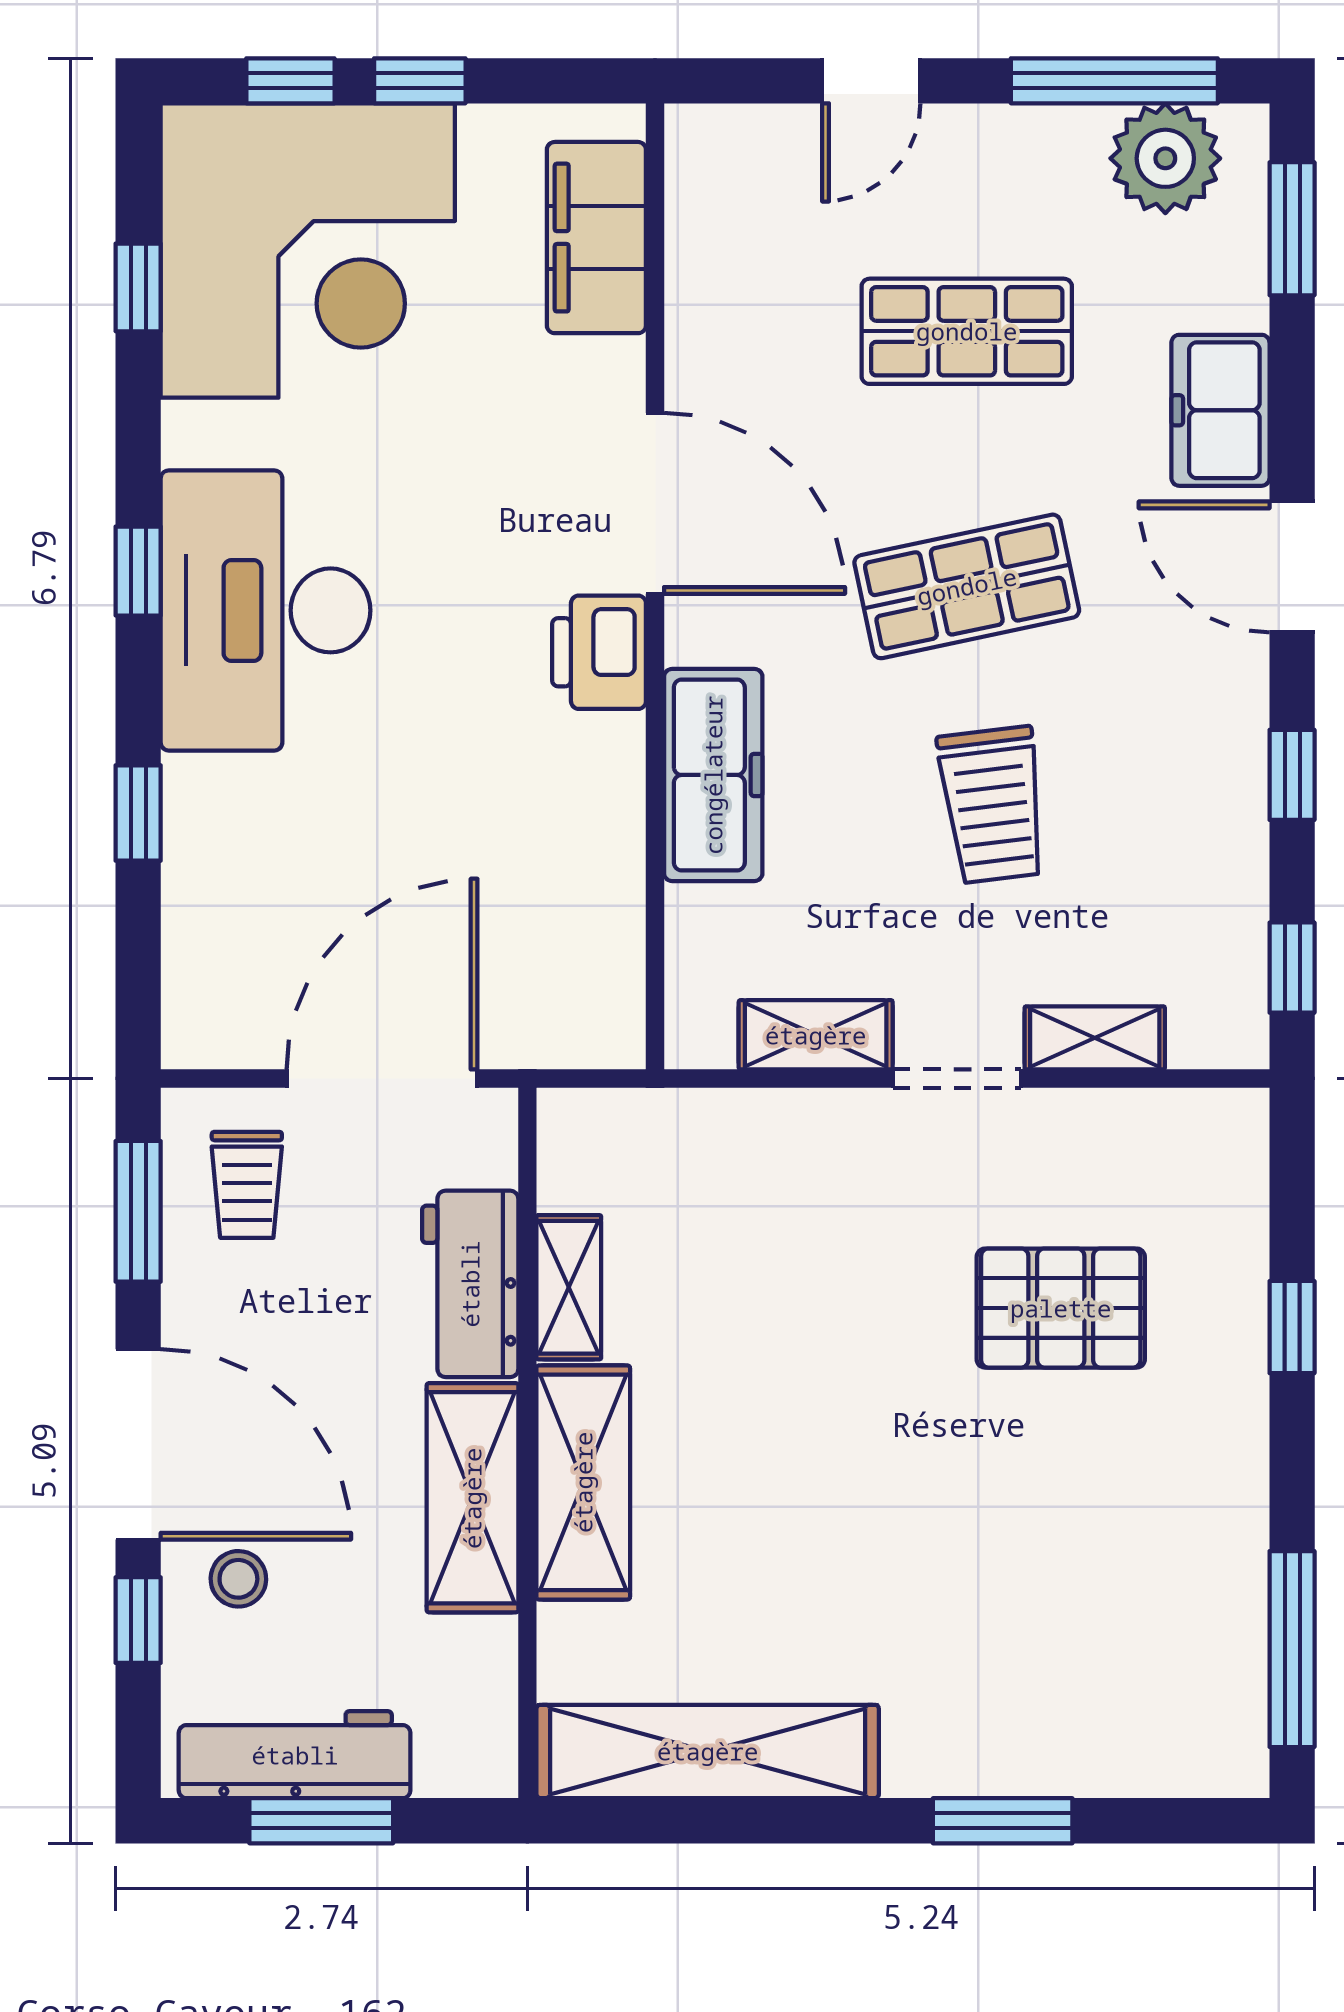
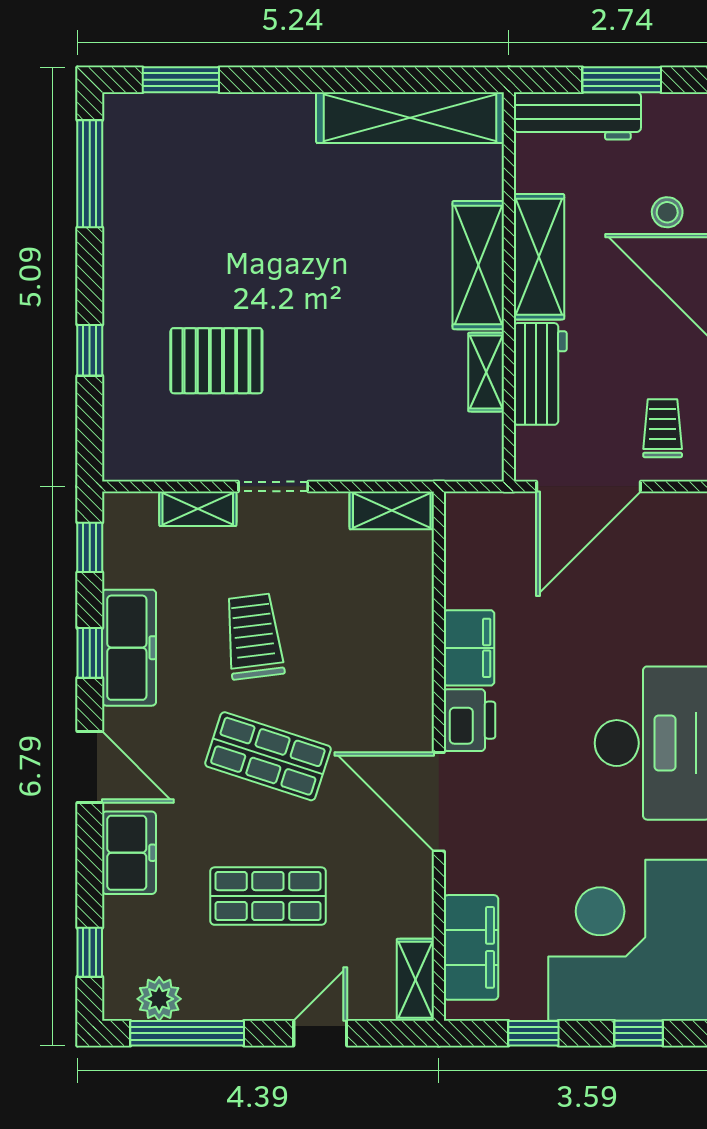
window: (420, 81) -> (533, 1033), moved
plant: (1165, 158) -> (159, 999), width x0.73, depth x0.73
shelving: (698, 179) -> (415, 980), added
window: (1292, 229) -> (90, 952), width x0.67
shop shelf: (967, 586) -> (268, 756), turned 30
freezer: (713, 775) -> (129, 648), moved, turned 180
filing cabinet: (600, 784) -> (469, 648), added
shelving: (816, 1035) -> (392, 510), moved
workbench: (295, 1755) -> (577, 116), moved
window: (1003, 1821) -> (181, 80), moved

